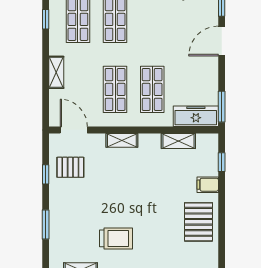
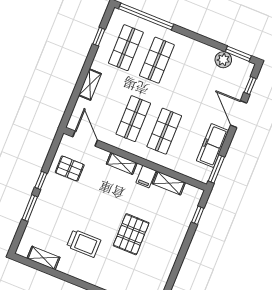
door: (222, 41) -> (239, 114), hinge flipped
freezer: (196, 116) -> (213, 146), moved, turned -90
window: (46, 174) -> (41, 180), moved
filing cabinet: (208, 185) -> (146, 177), moved, turned -90
pallet: (198, 222) -> (131, 234), moved

